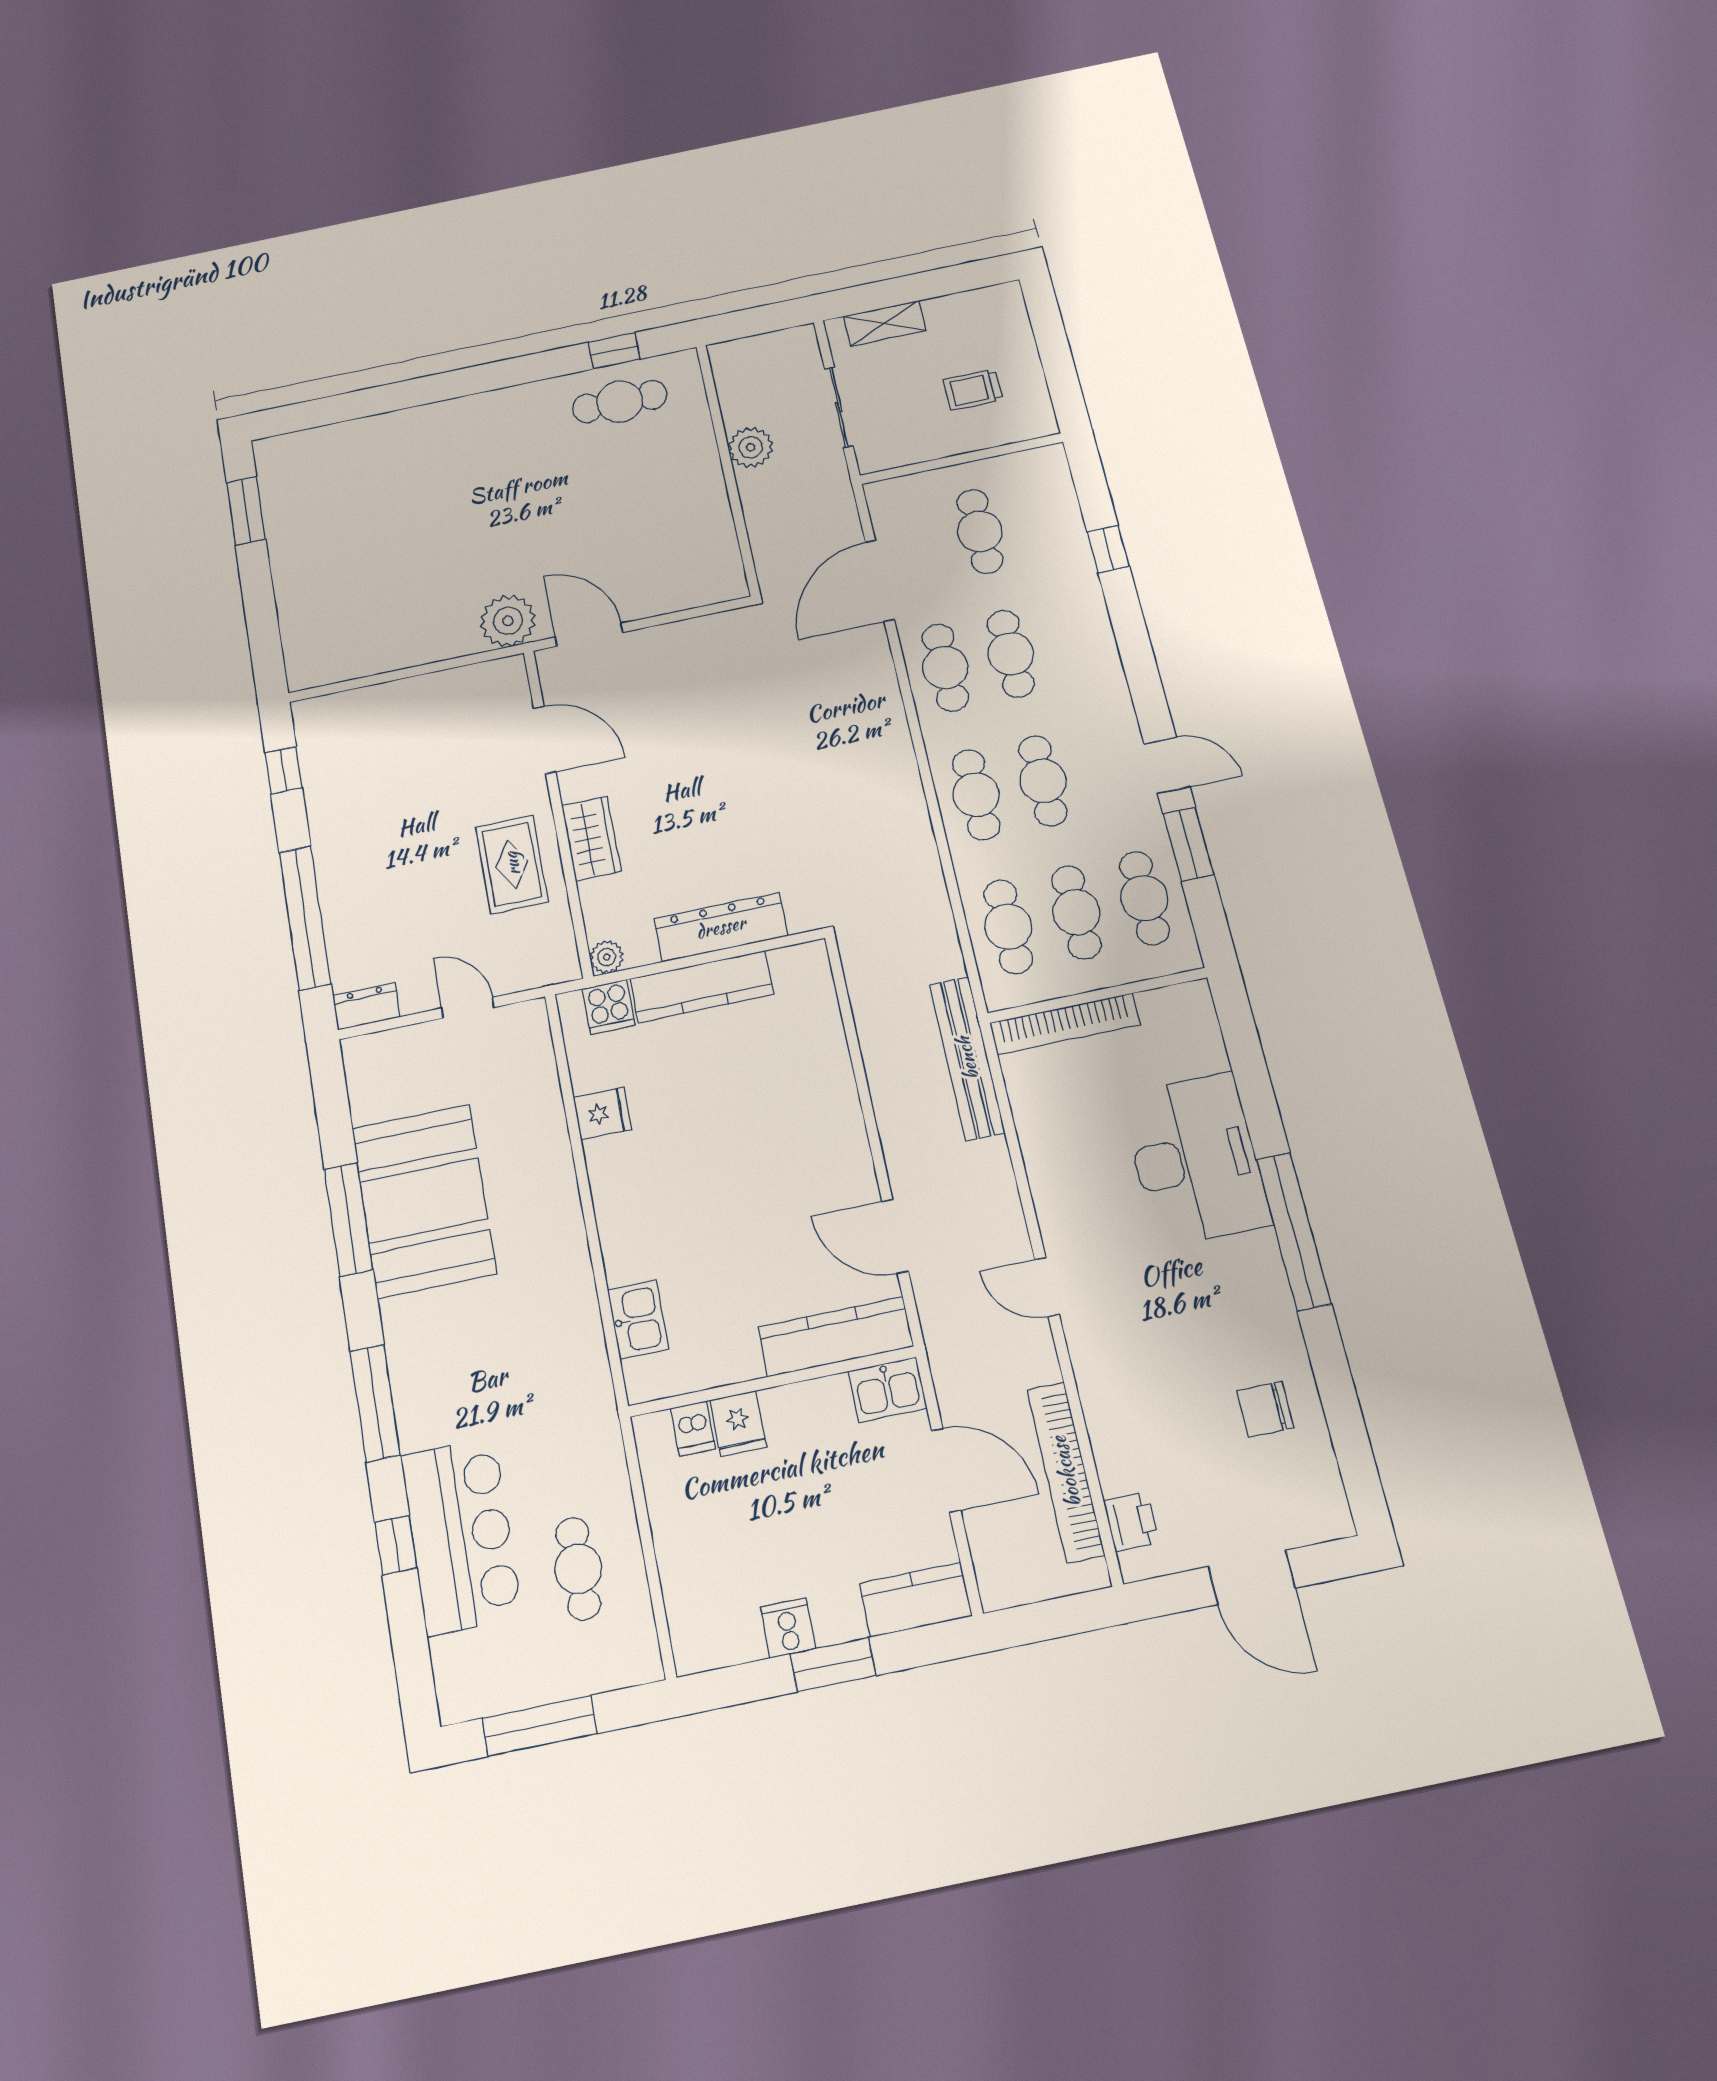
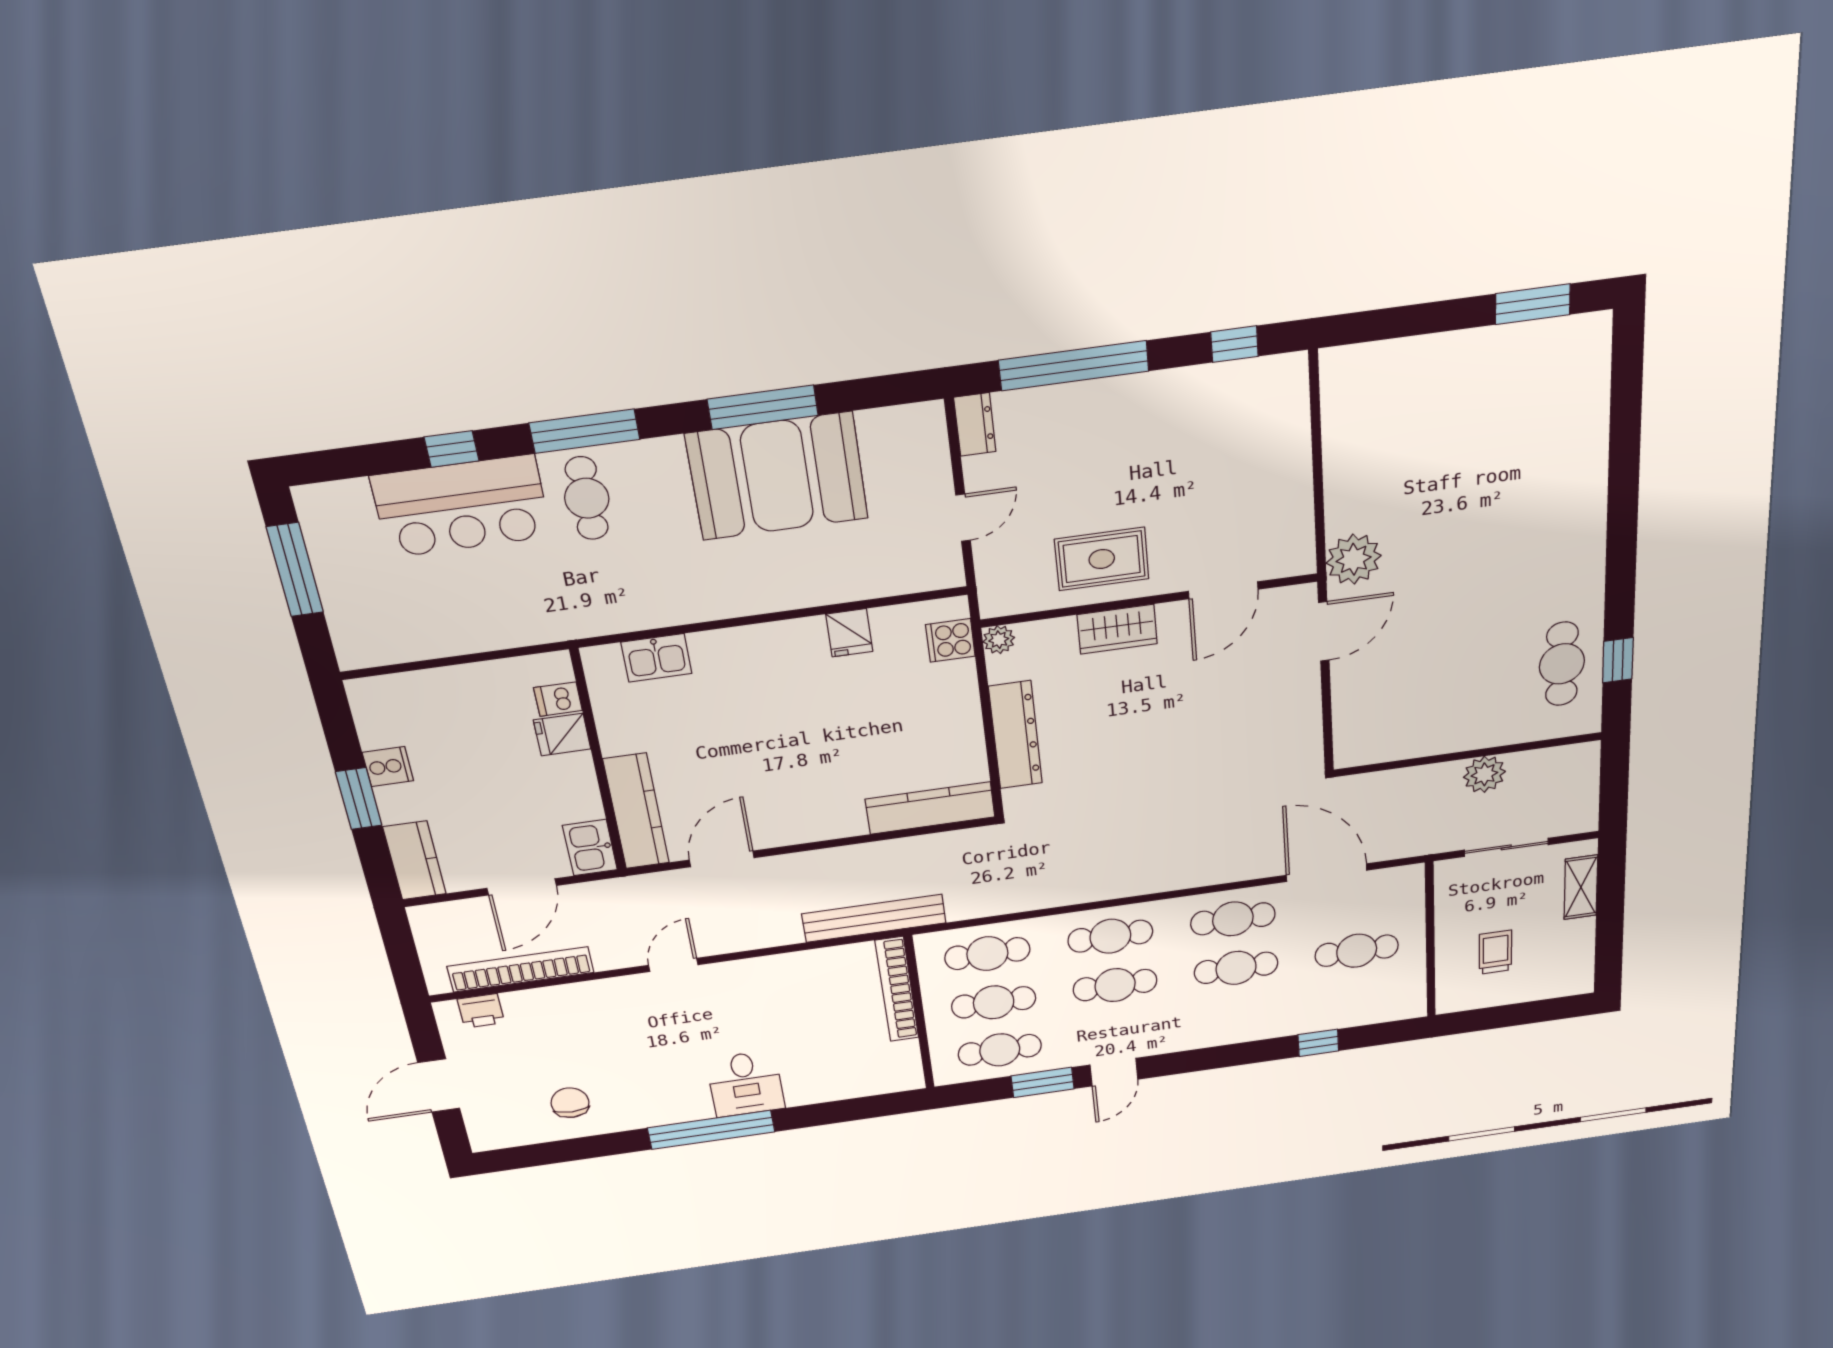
kitchen counter: (702, 987) -> (930, 808), moved, turned 90
desk: (1195, 1159) -> (745, 1084), width x0.53, depth x0.77
cafe table: (578, 1569) -> (587, 498), moved, turned 90

